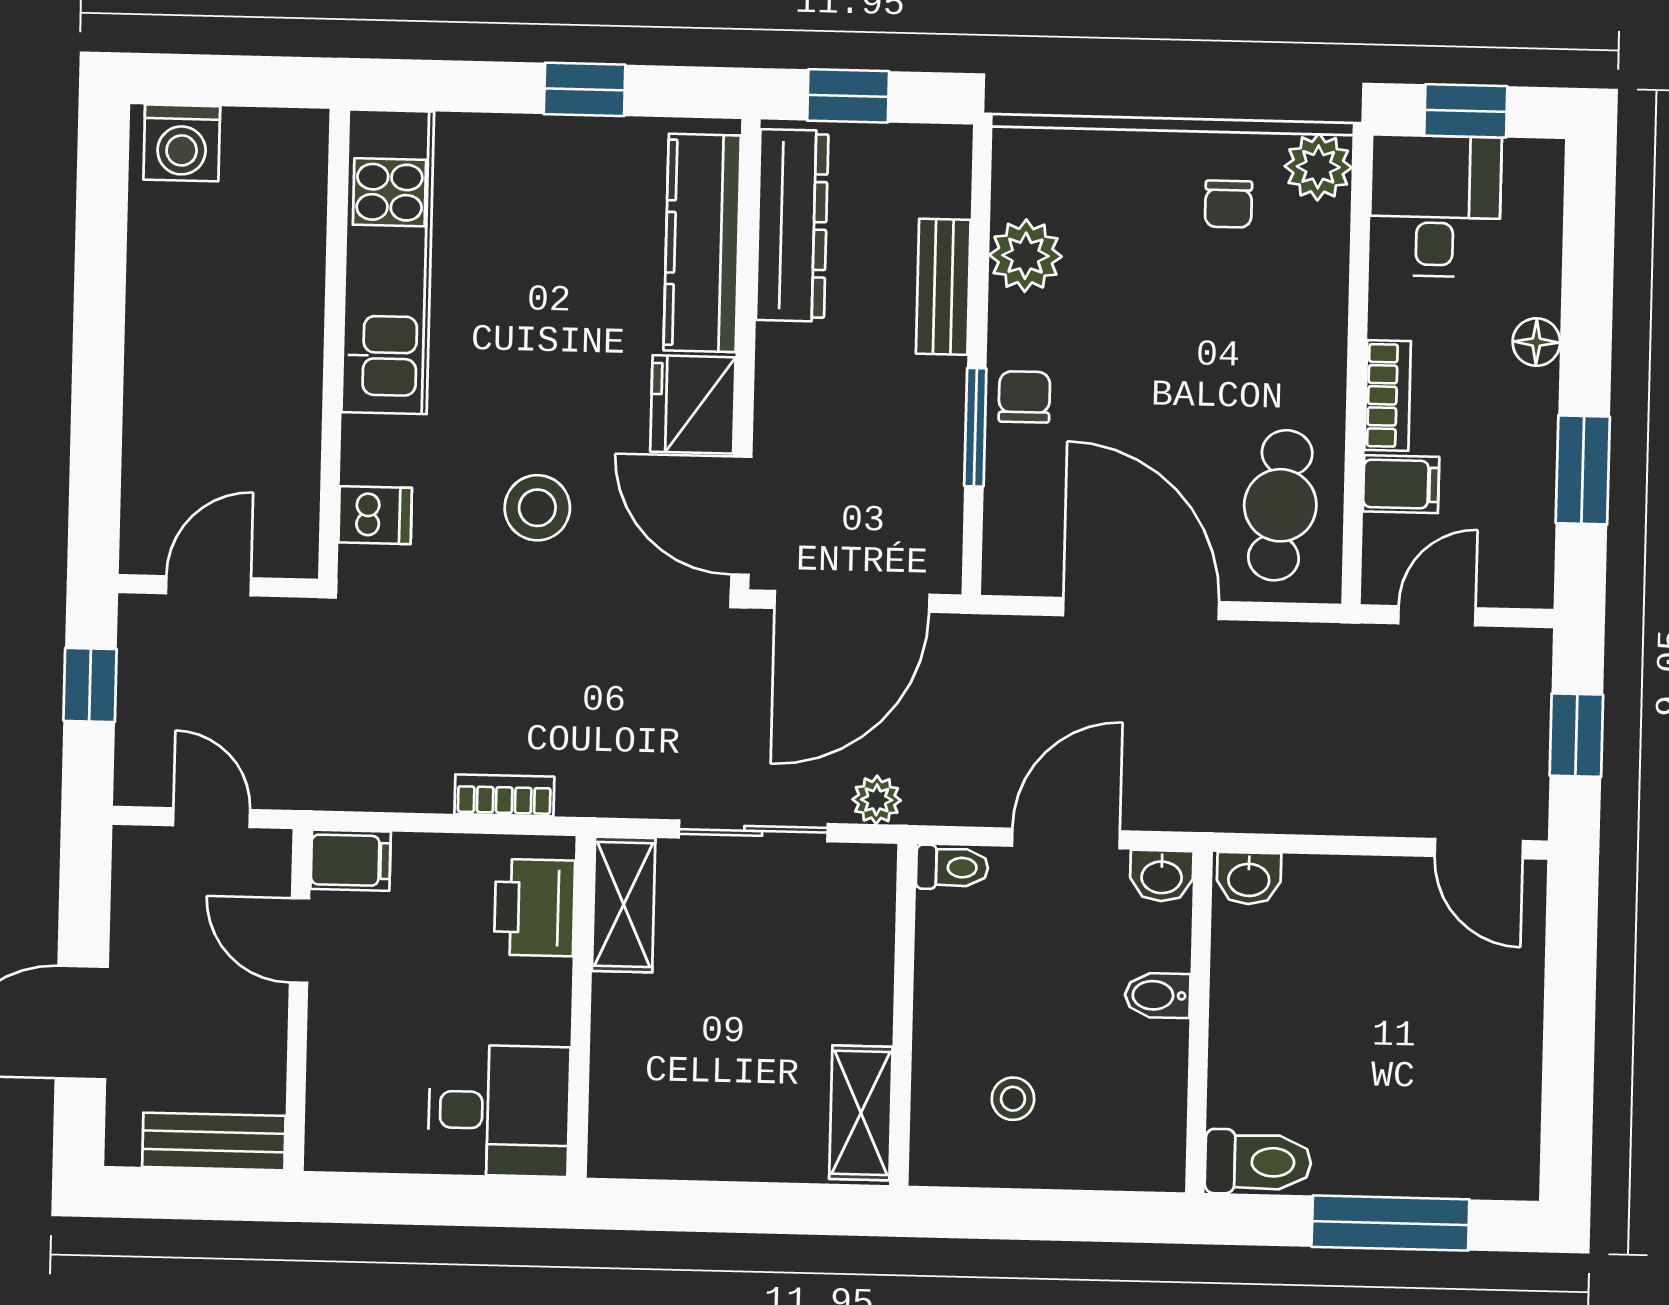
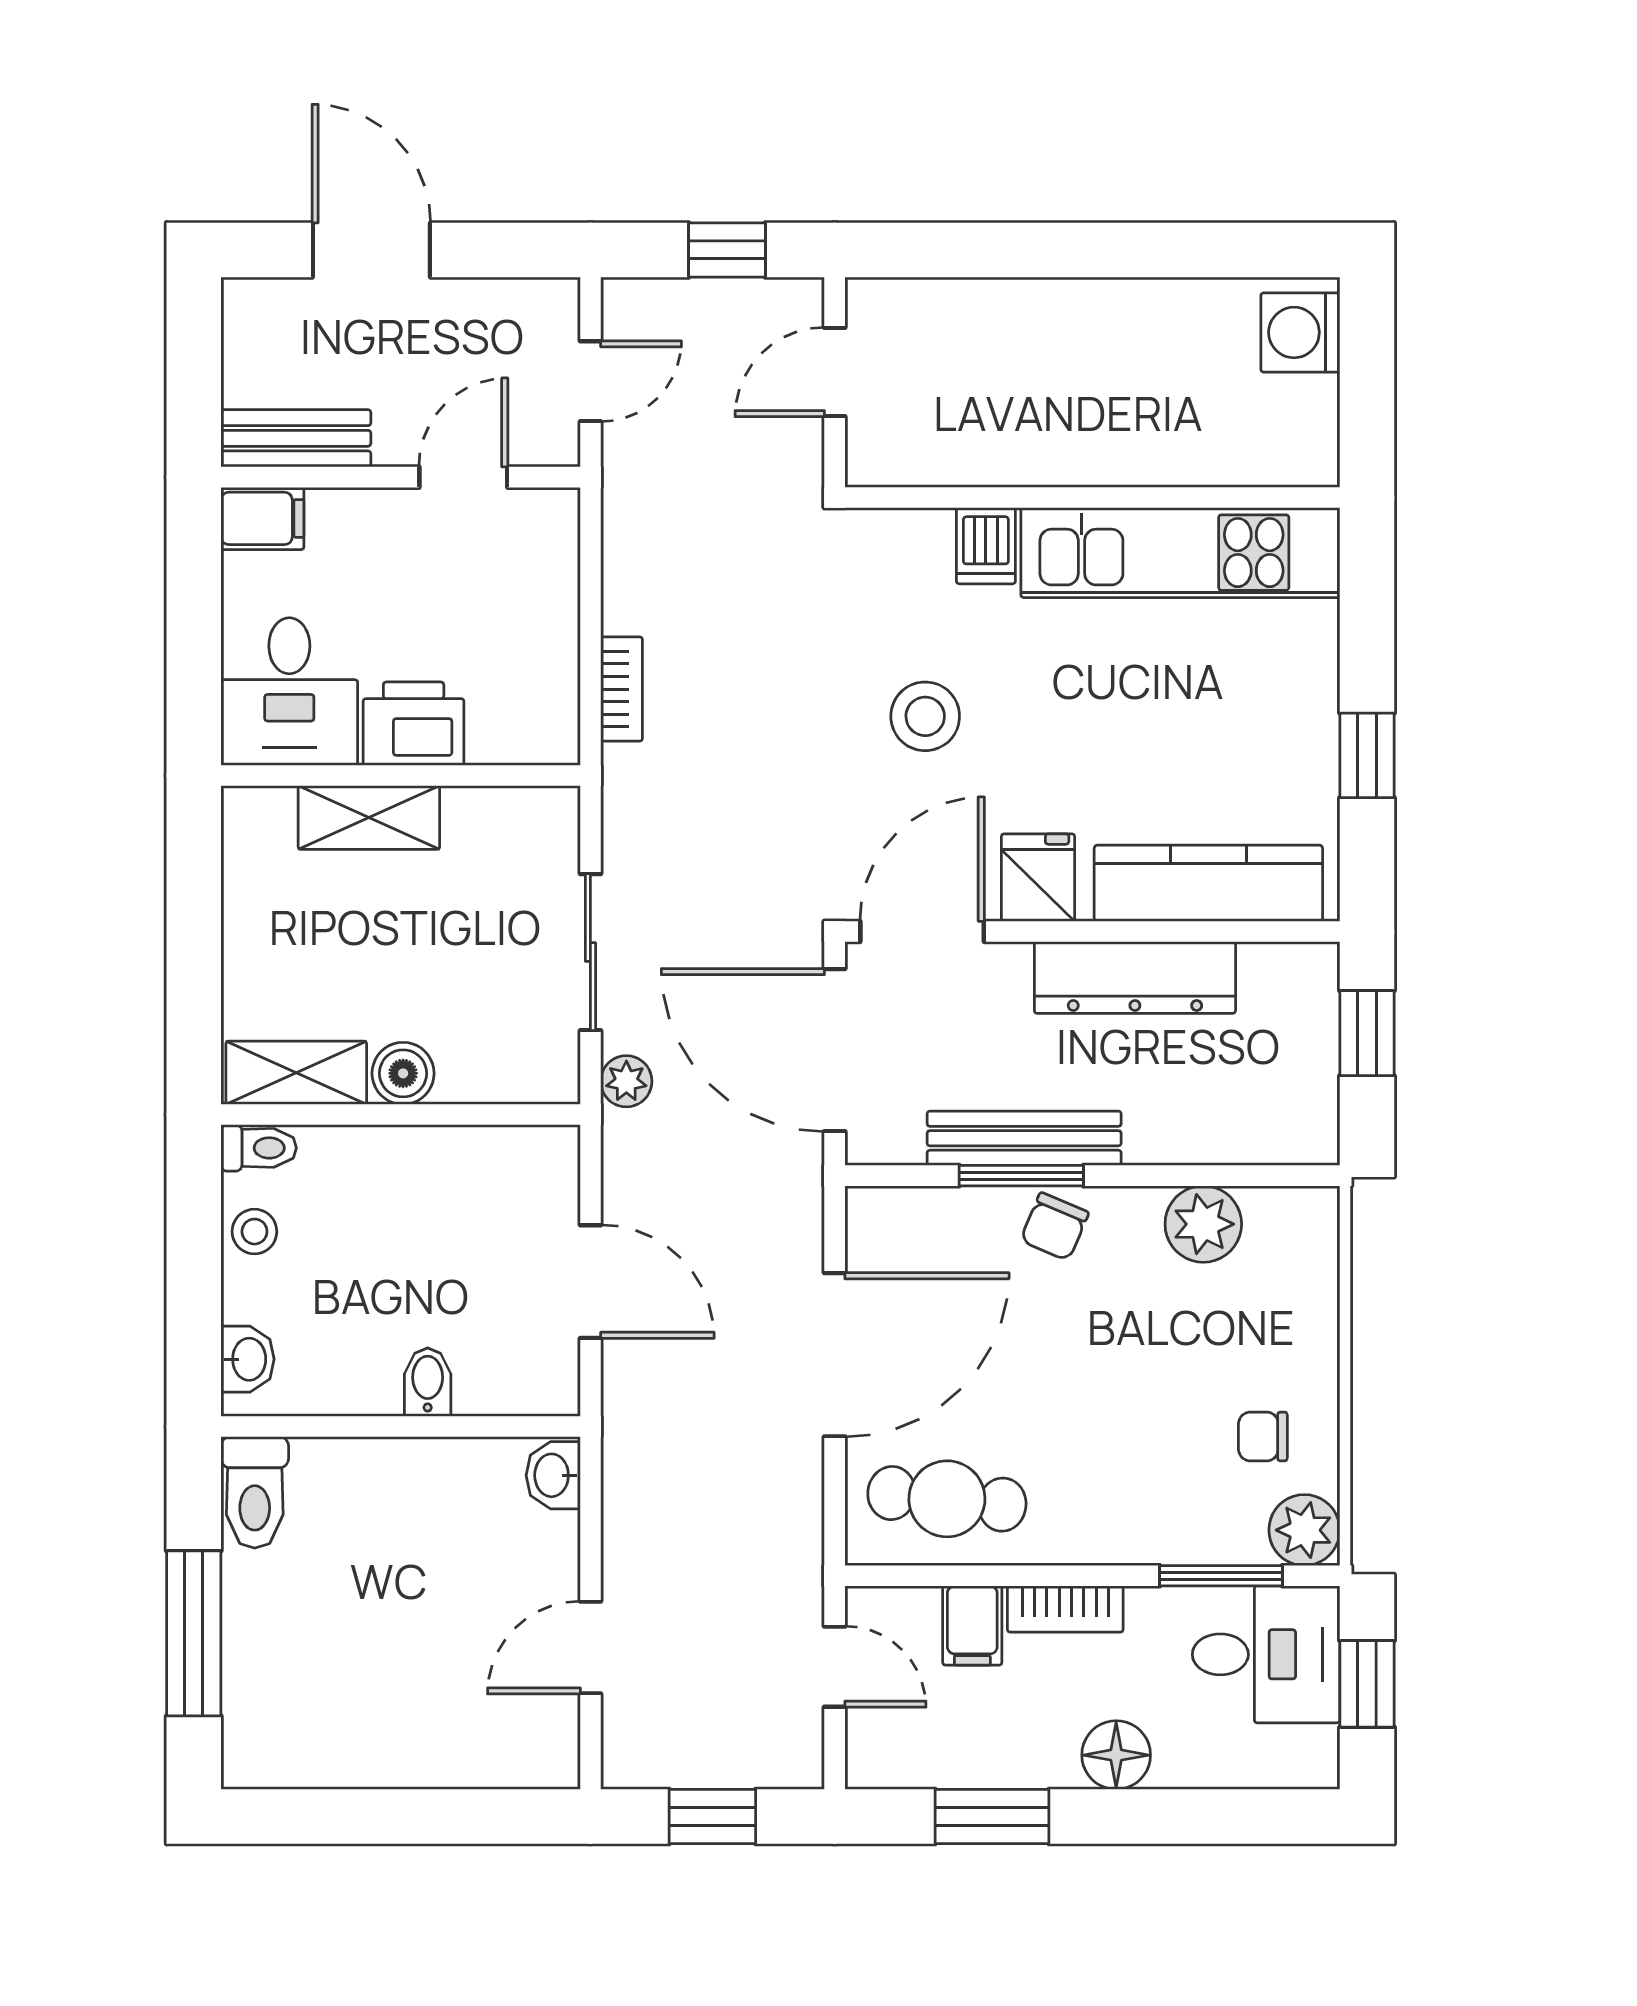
dresser: (792, 225) -> (1135, 978), moved
window: (1360, 247) -> (1221, 1576), added
bench: (943, 287) -> (1024, 1138), moved, width x1.36
floor lamp: (1536, 342) -> (1116, 1755), width x1.37, depth x1.37
chair: (1024, 397) -> (1054, 1226), turned 113
fridge: (693, 404) -> (1038, 878), width x0.72
dishwasher: (375, 515) -> (986, 546), moved
door: (208, 586) -> (835, 372), swing flipped
door: (1479, 849) -> (590, 1648), moved
filing cabinet: (351, 860) -> (262, 518), moved, turned -90
toilet: (952, 867) -> (259, 1148), moved, turned -90
washbasin: (1162, 876) -> (248, 1359), moved, turned 180
shelving: (624, 905) -> (369, 817), moved
printer: (534, 908) -> (414, 724), moved
boiler: (864, 1011) -> (403, 1073), added
stool: (1013, 1099) -> (254, 1232), moved
bench: (214, 1141) -> (296, 438), moved, turned 90

